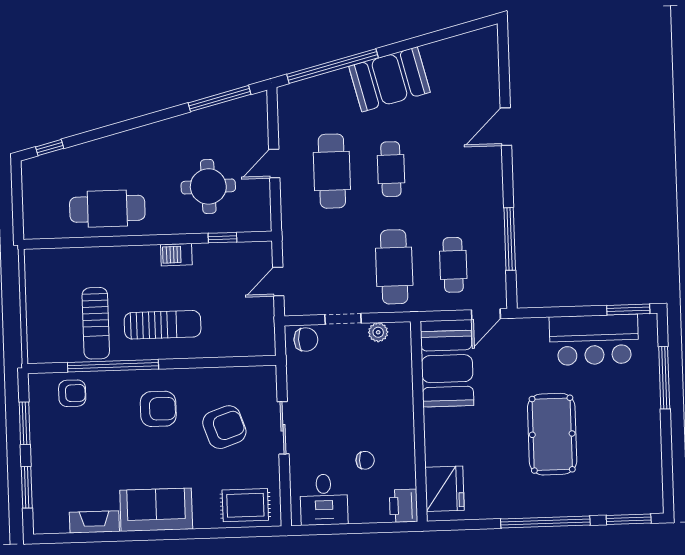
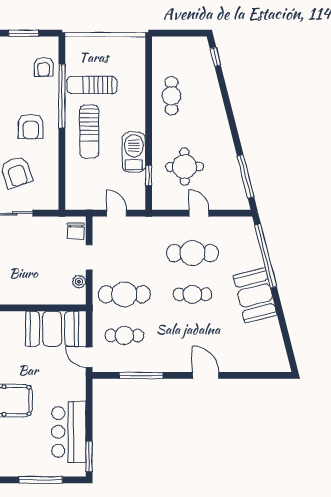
door: (506, 127) -> (206, 375), moved
cafe table: (107, 209) -> (171, 96), width x0.73, depth x0.74
barbecue: (176, 255) -> (134, 152), width x1.88, depth x1.53

